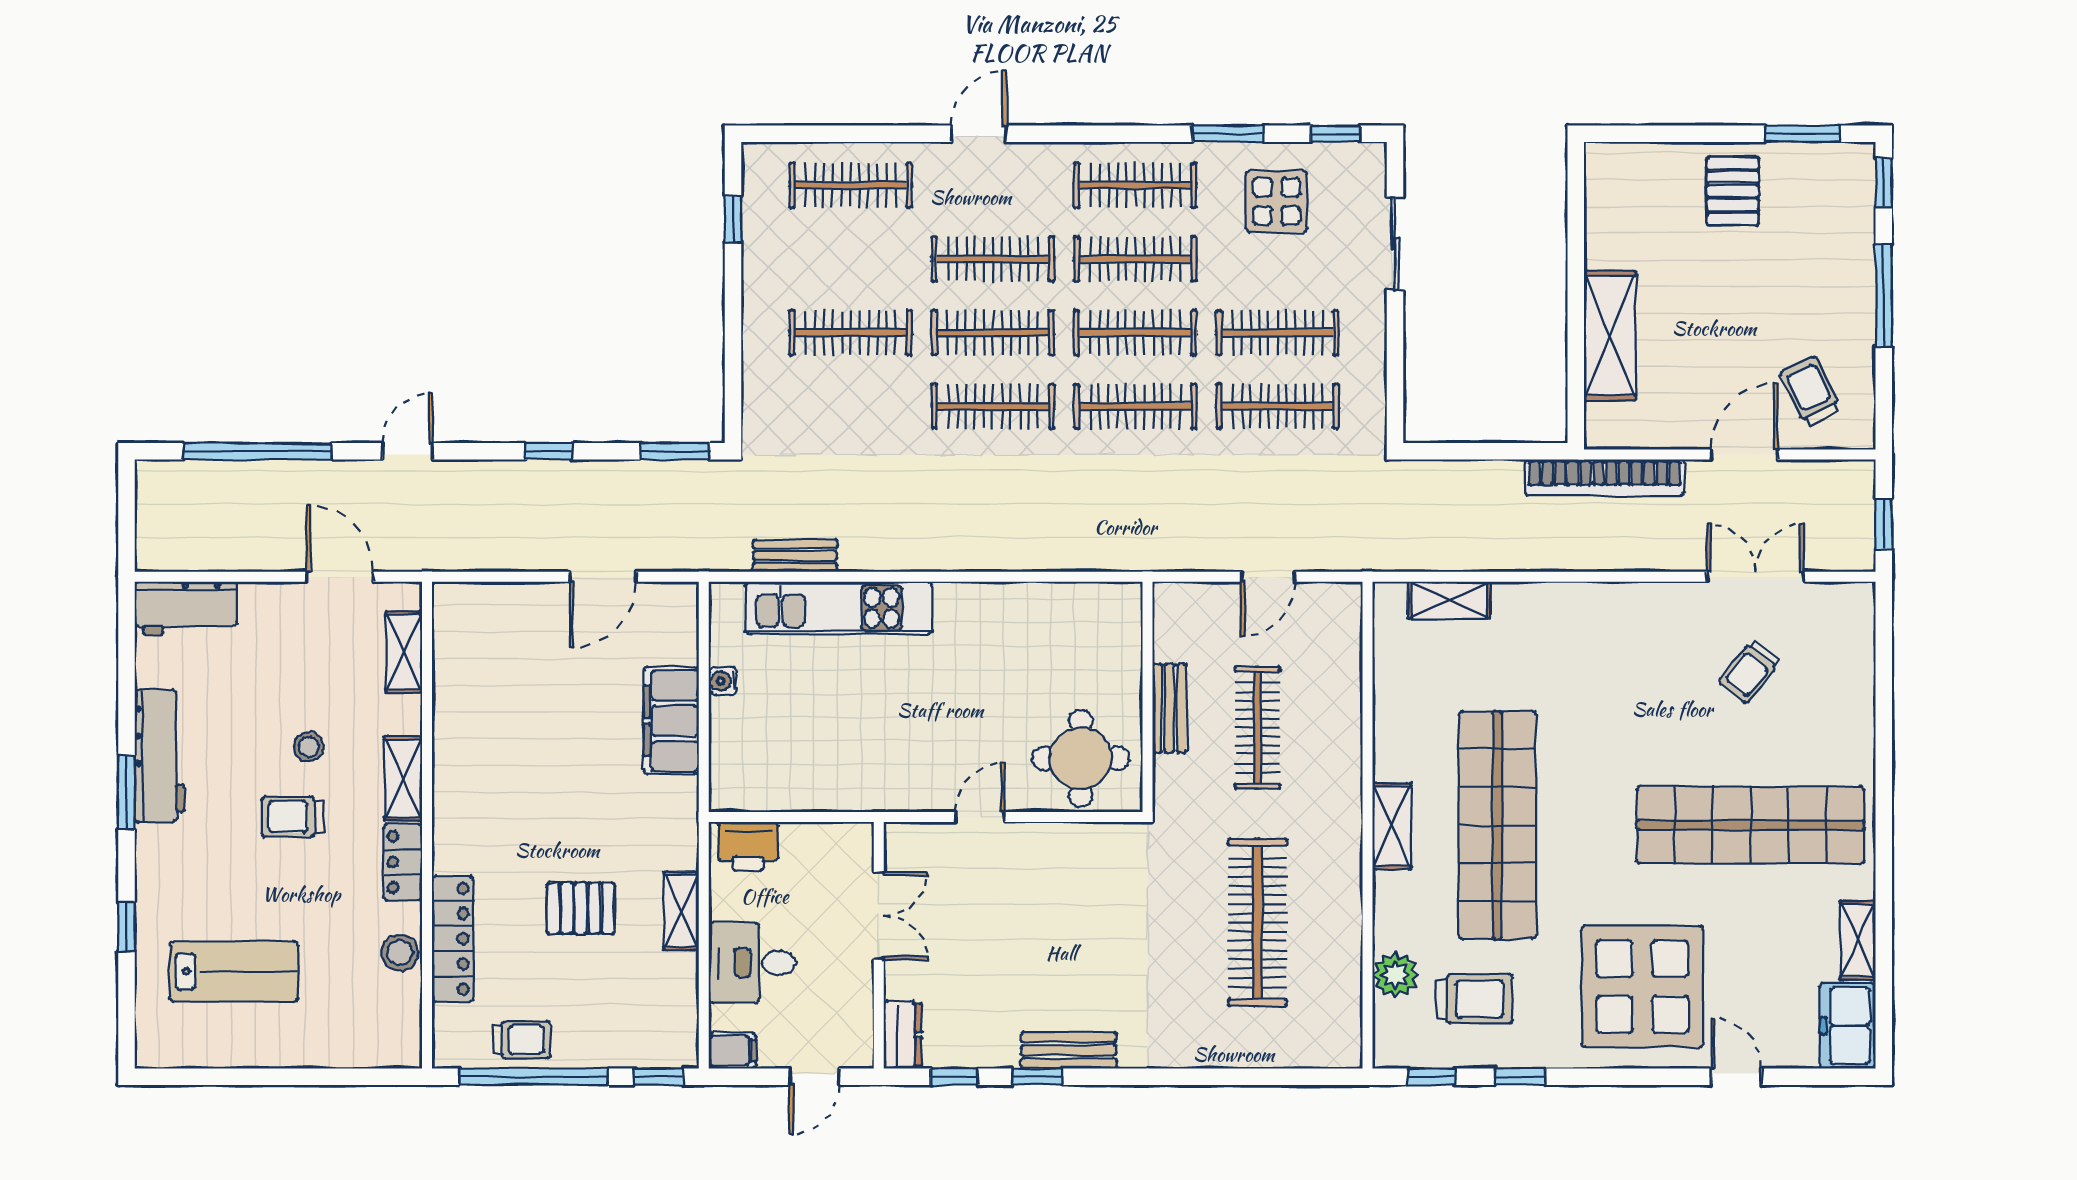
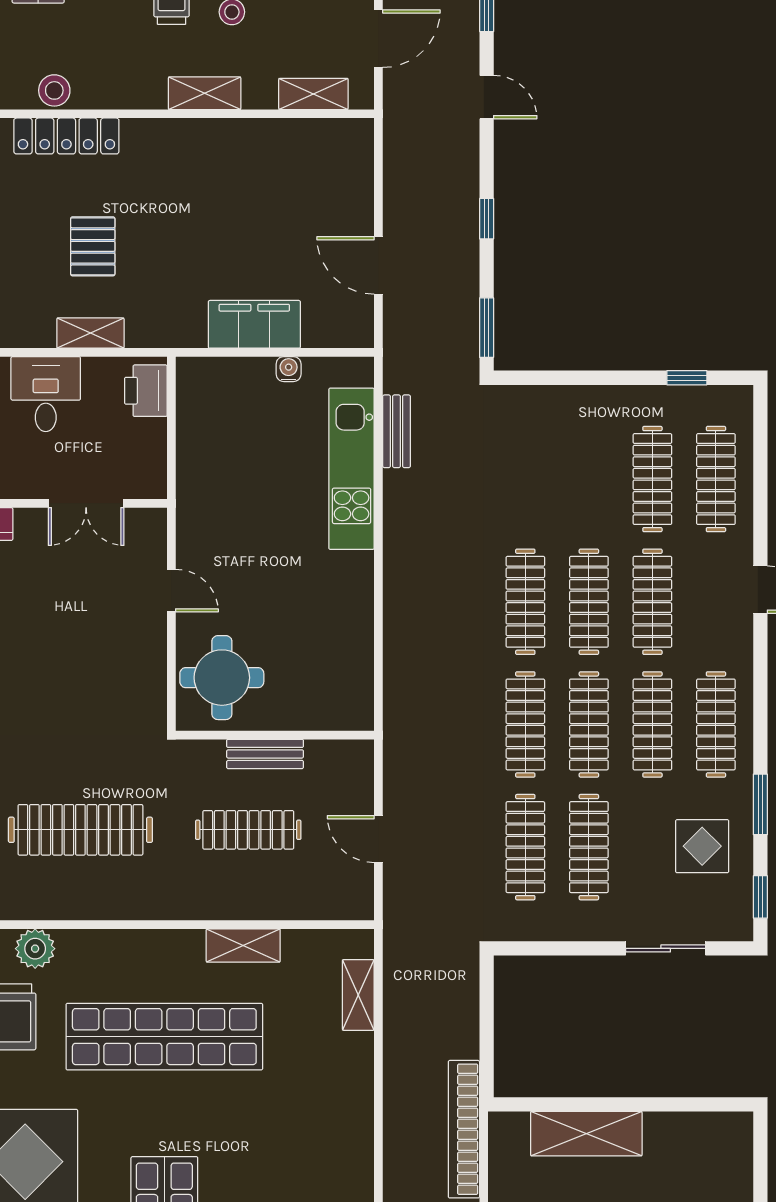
clothes rail: (851, 333) -> (652, 479), moved
shelving: (1392, 826) -> (243, 945), moved
locker: (403, 862) -> (132, 93), removed

